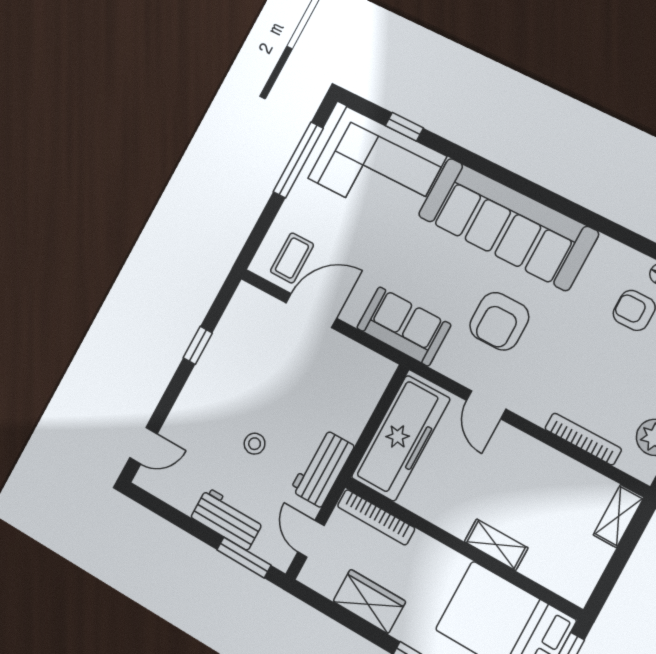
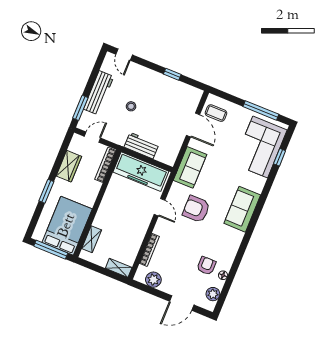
sofa: (508, 224) -> (242, 209), width x0.54, depth x0.79
door: (486, 405) -> (159, 207), swing flipped
workbench: (322, 468) -> (141, 146), moved
workbench: (227, 519) -> (99, 93), width x1.38
shelving: (496, 545) -> (92, 239), moved

